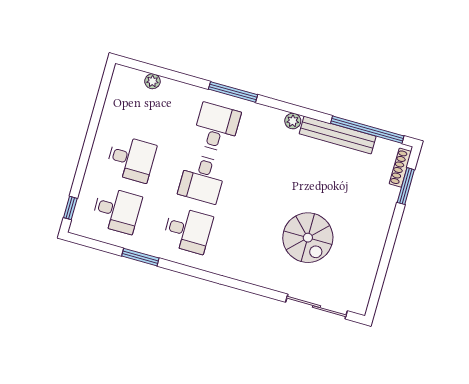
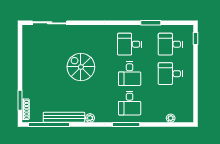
desk: (202, 179) -> (130, 74), turned 180
spiral stairs: (308, 238) -> (81, 67), moved

